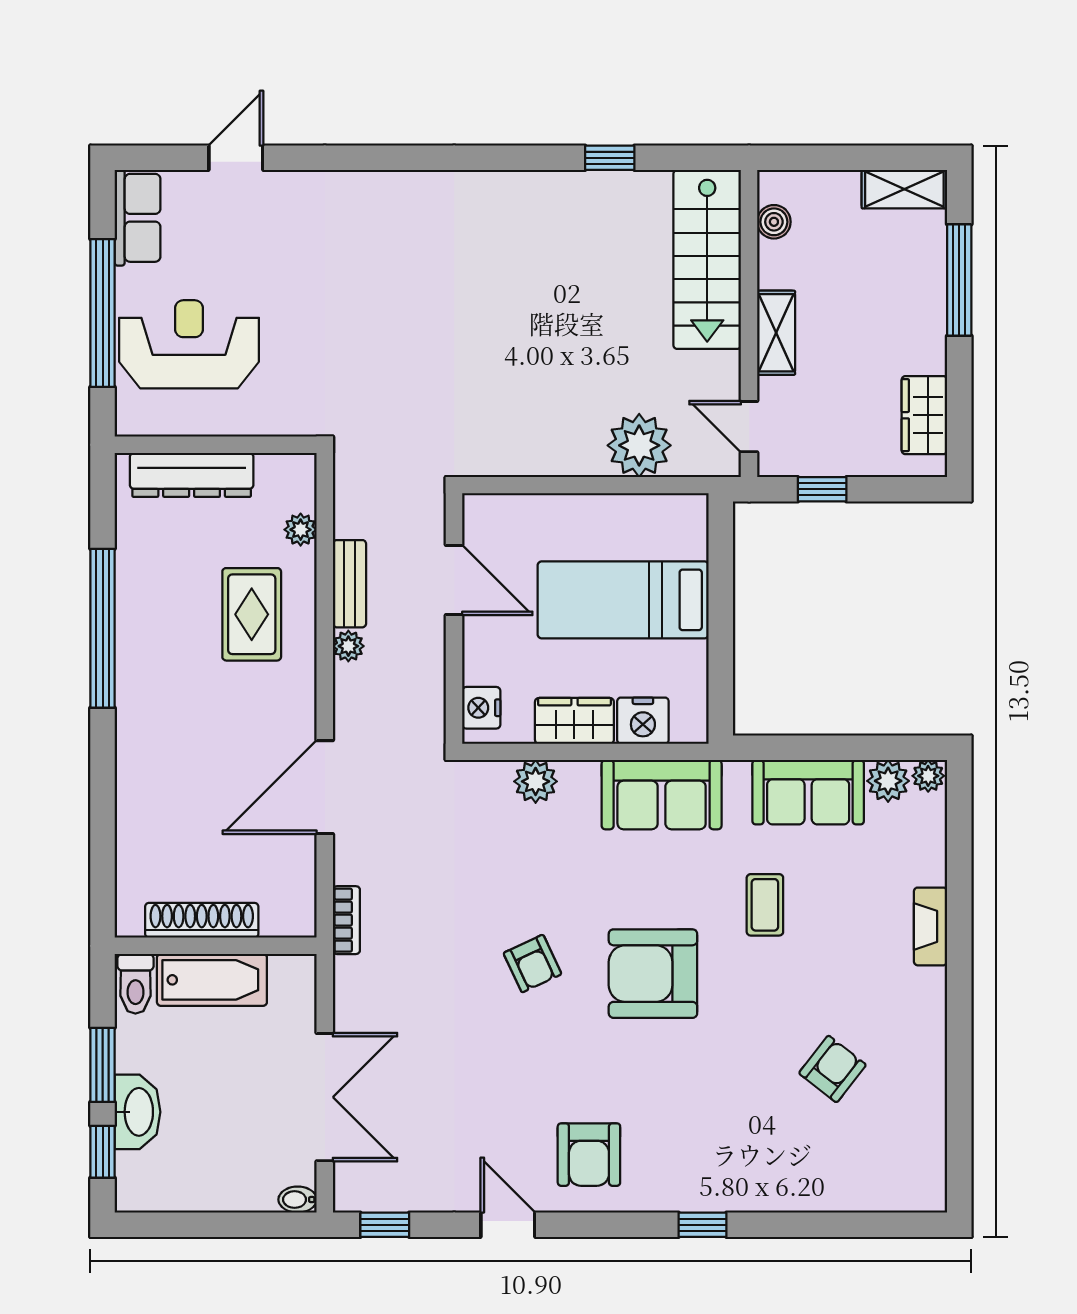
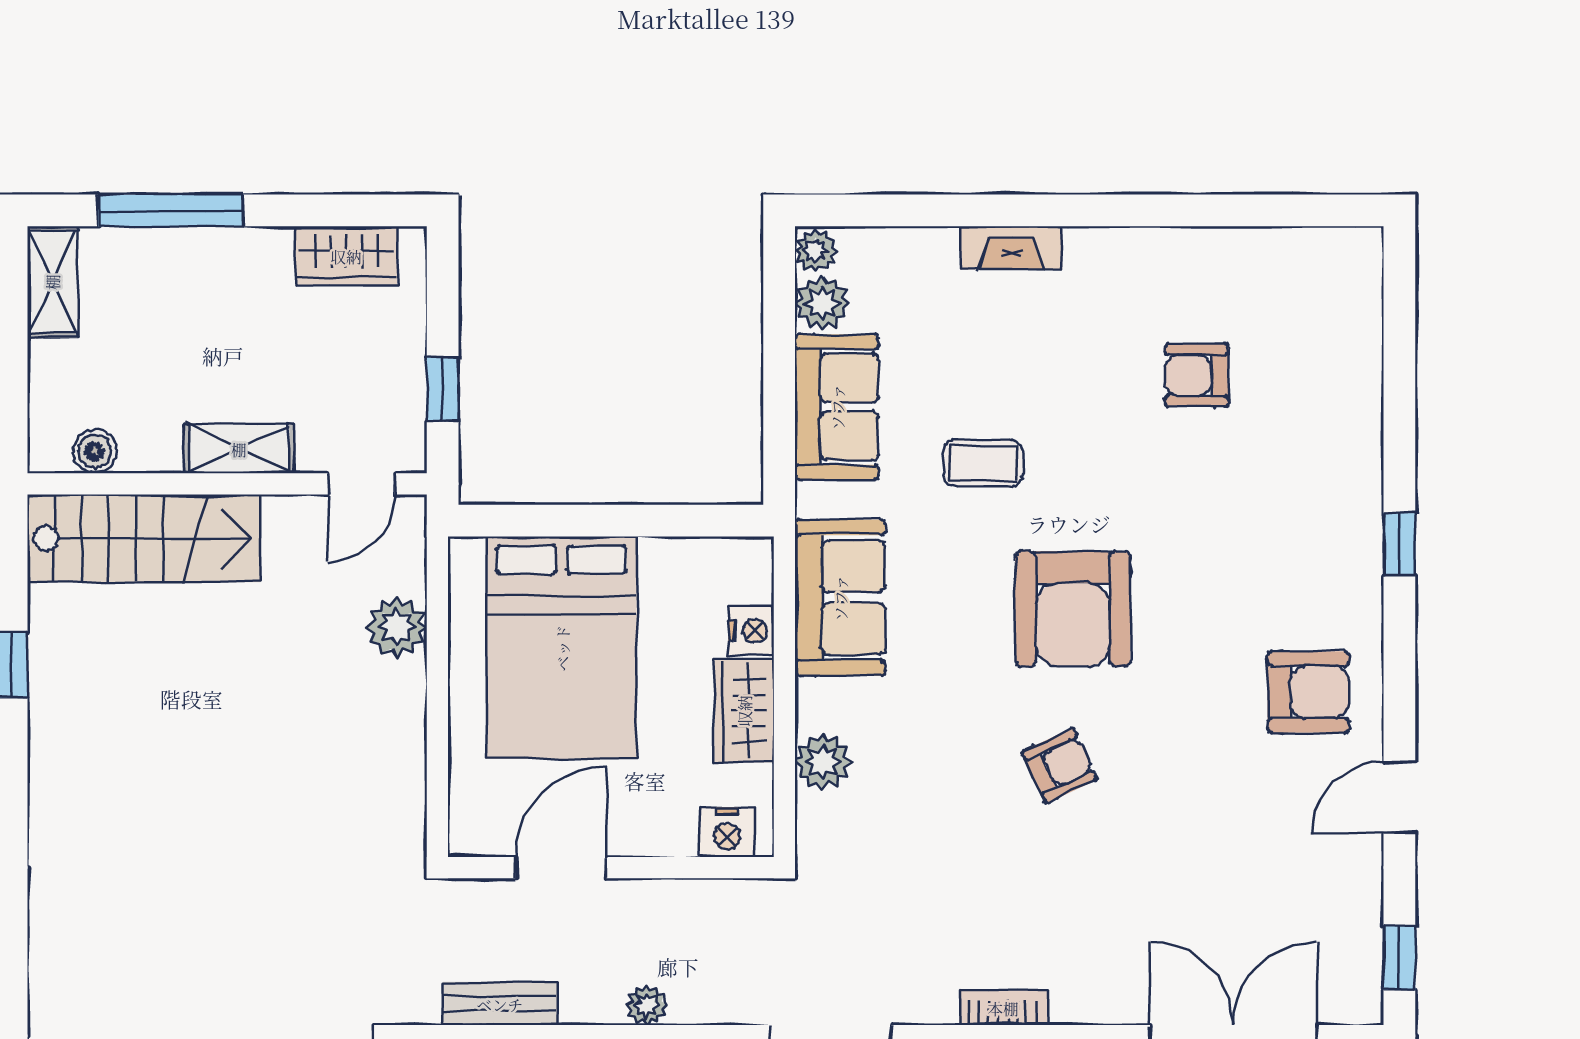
plant: (639, 445) -> (397, 627), width x0.73, depth x0.73
bench: (350, 584) -> (500, 1004), moved
bed: (623, 600) -> (562, 648), width x1.50
nightstand: (643, 721) -> (751, 631), width x0.74, depth x0.75
armchair: (832, 1069) -> (1197, 375), turned -38

